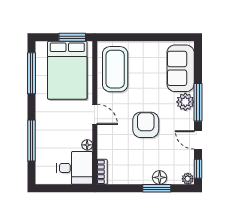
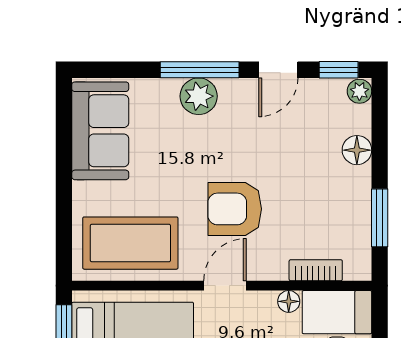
sofa: (181, 68) -> (100, 131), moved, turned -90
armchair: (146, 125) -> (235, 209), moved
bookcase: (102, 172) -> (316, 270), moved
window: (157, 188) -> (380, 218), moved

